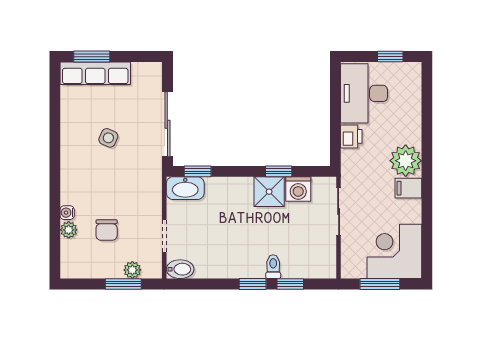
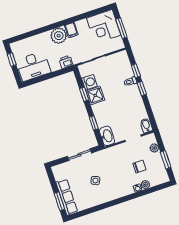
sliding door: (167, 124) -> (79, 155), width x0.73
printer: (351, 136) -> (66, 62), moved
window: (198, 171) -> (94, 123), moved
window: (123, 284) -> (166, 160), moved

